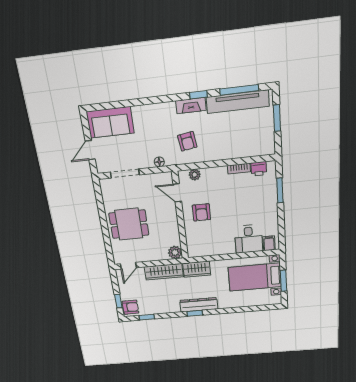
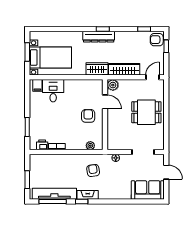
door: (90, 150) -> (166, 172), hinge flipped
door: (177, 193) -> (105, 102), moved

